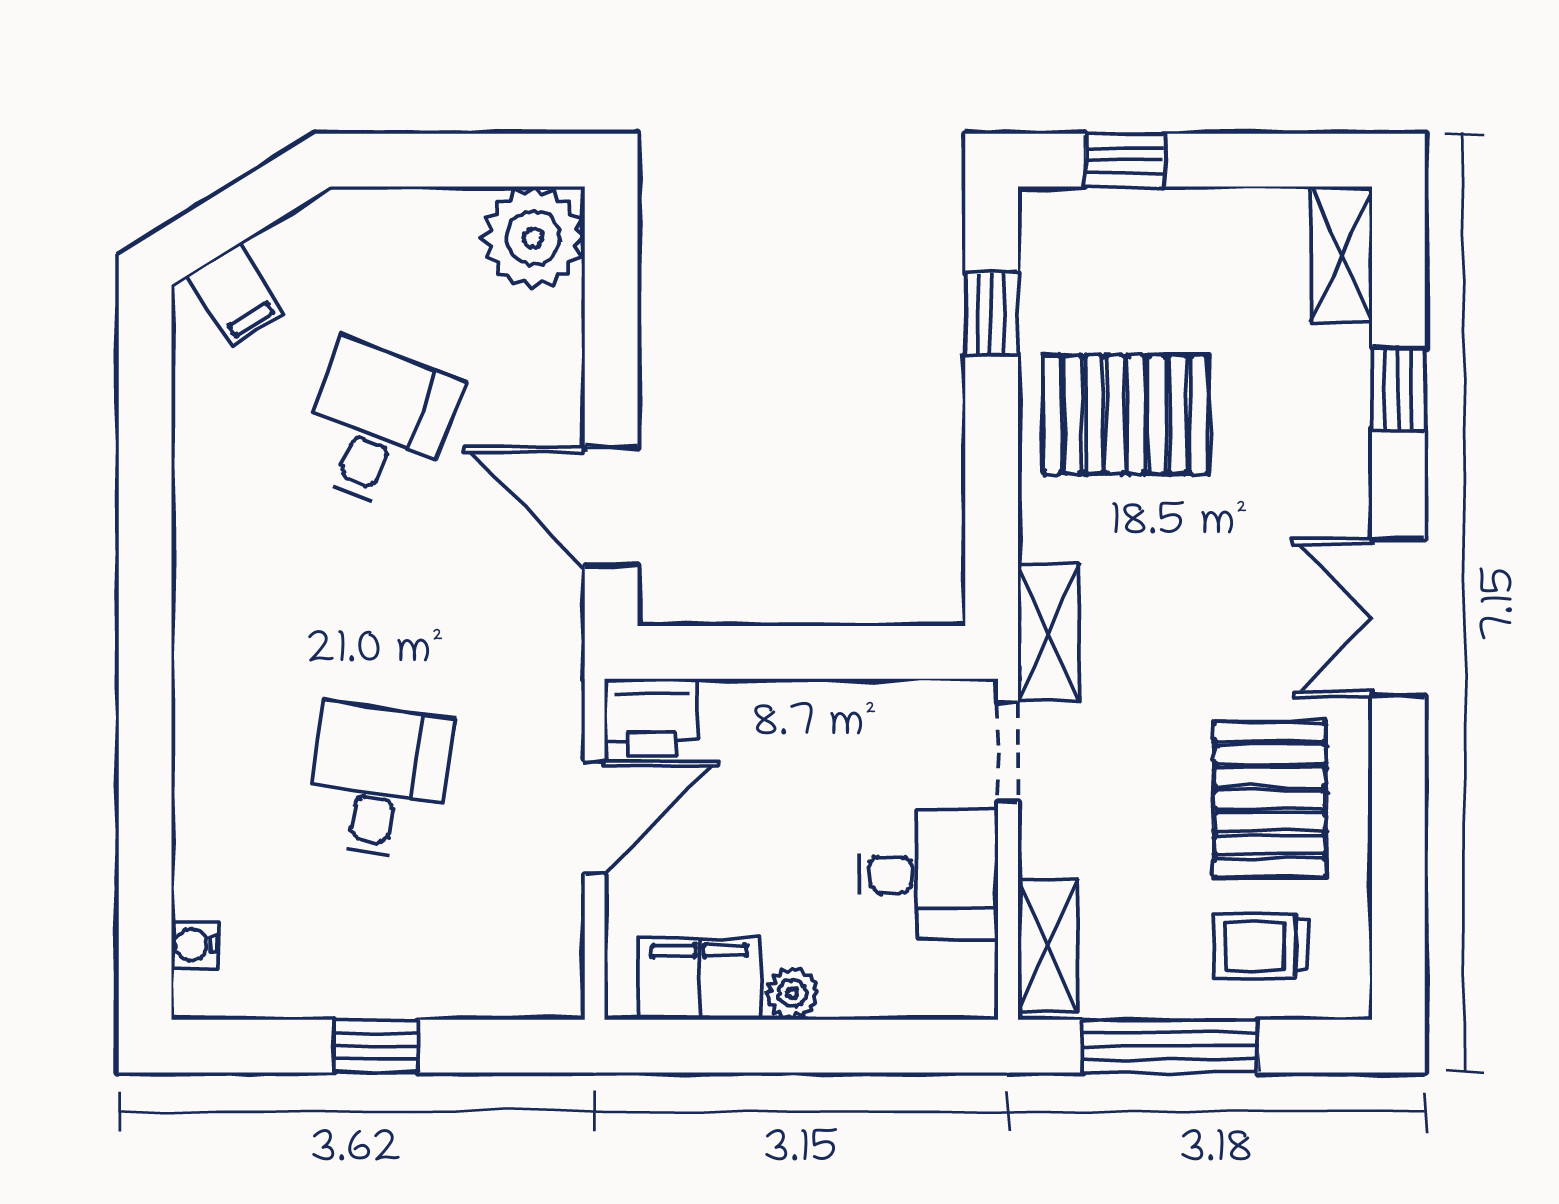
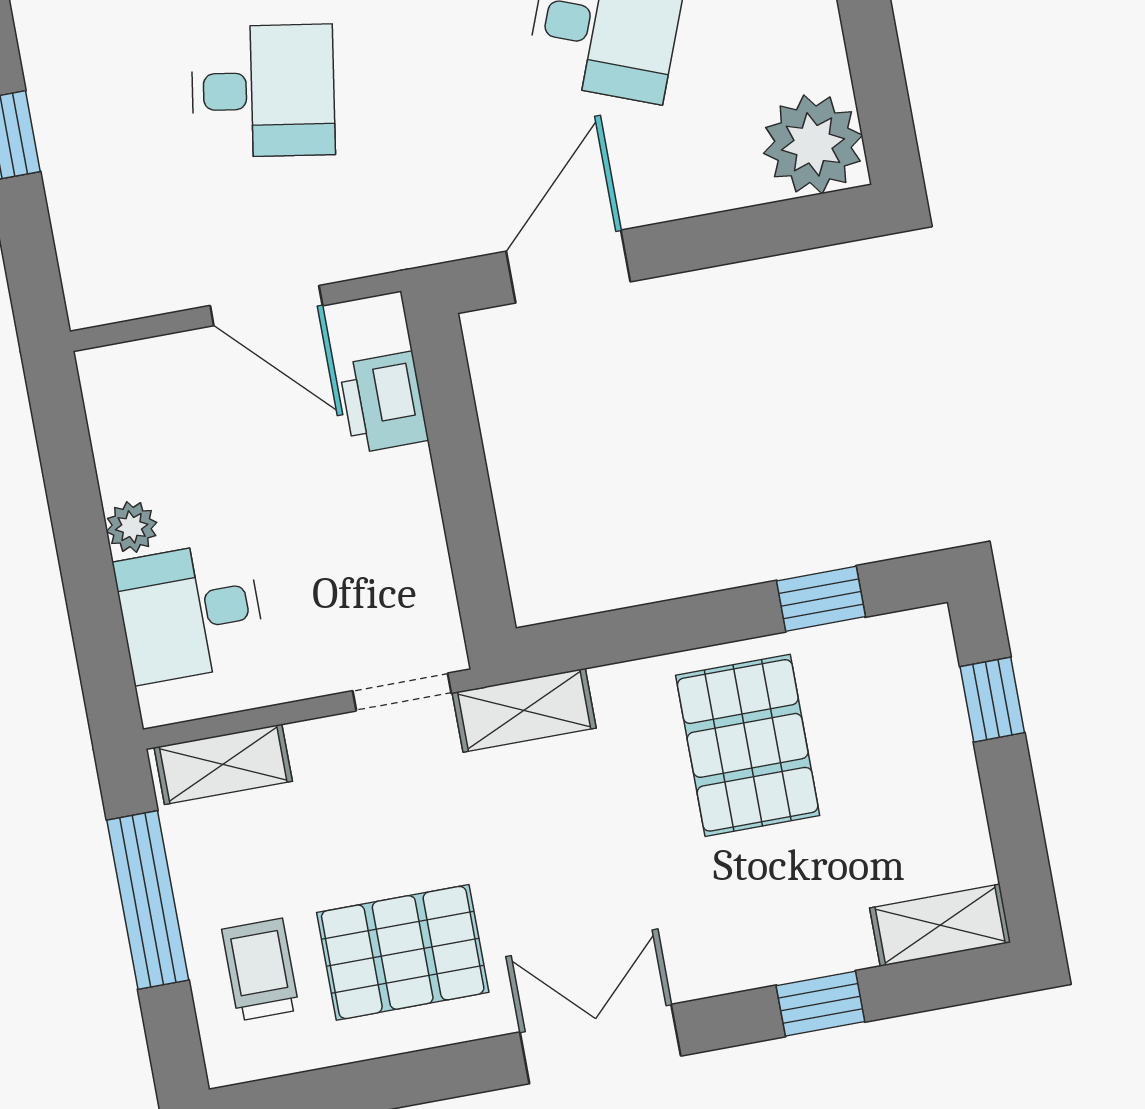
printer: (651, 717) -> (384, 402), moved
desk: (929, 875) -> (190, 612), moved, turned 90
filing cabinet: (700, 979) -> (129, 435), removed

